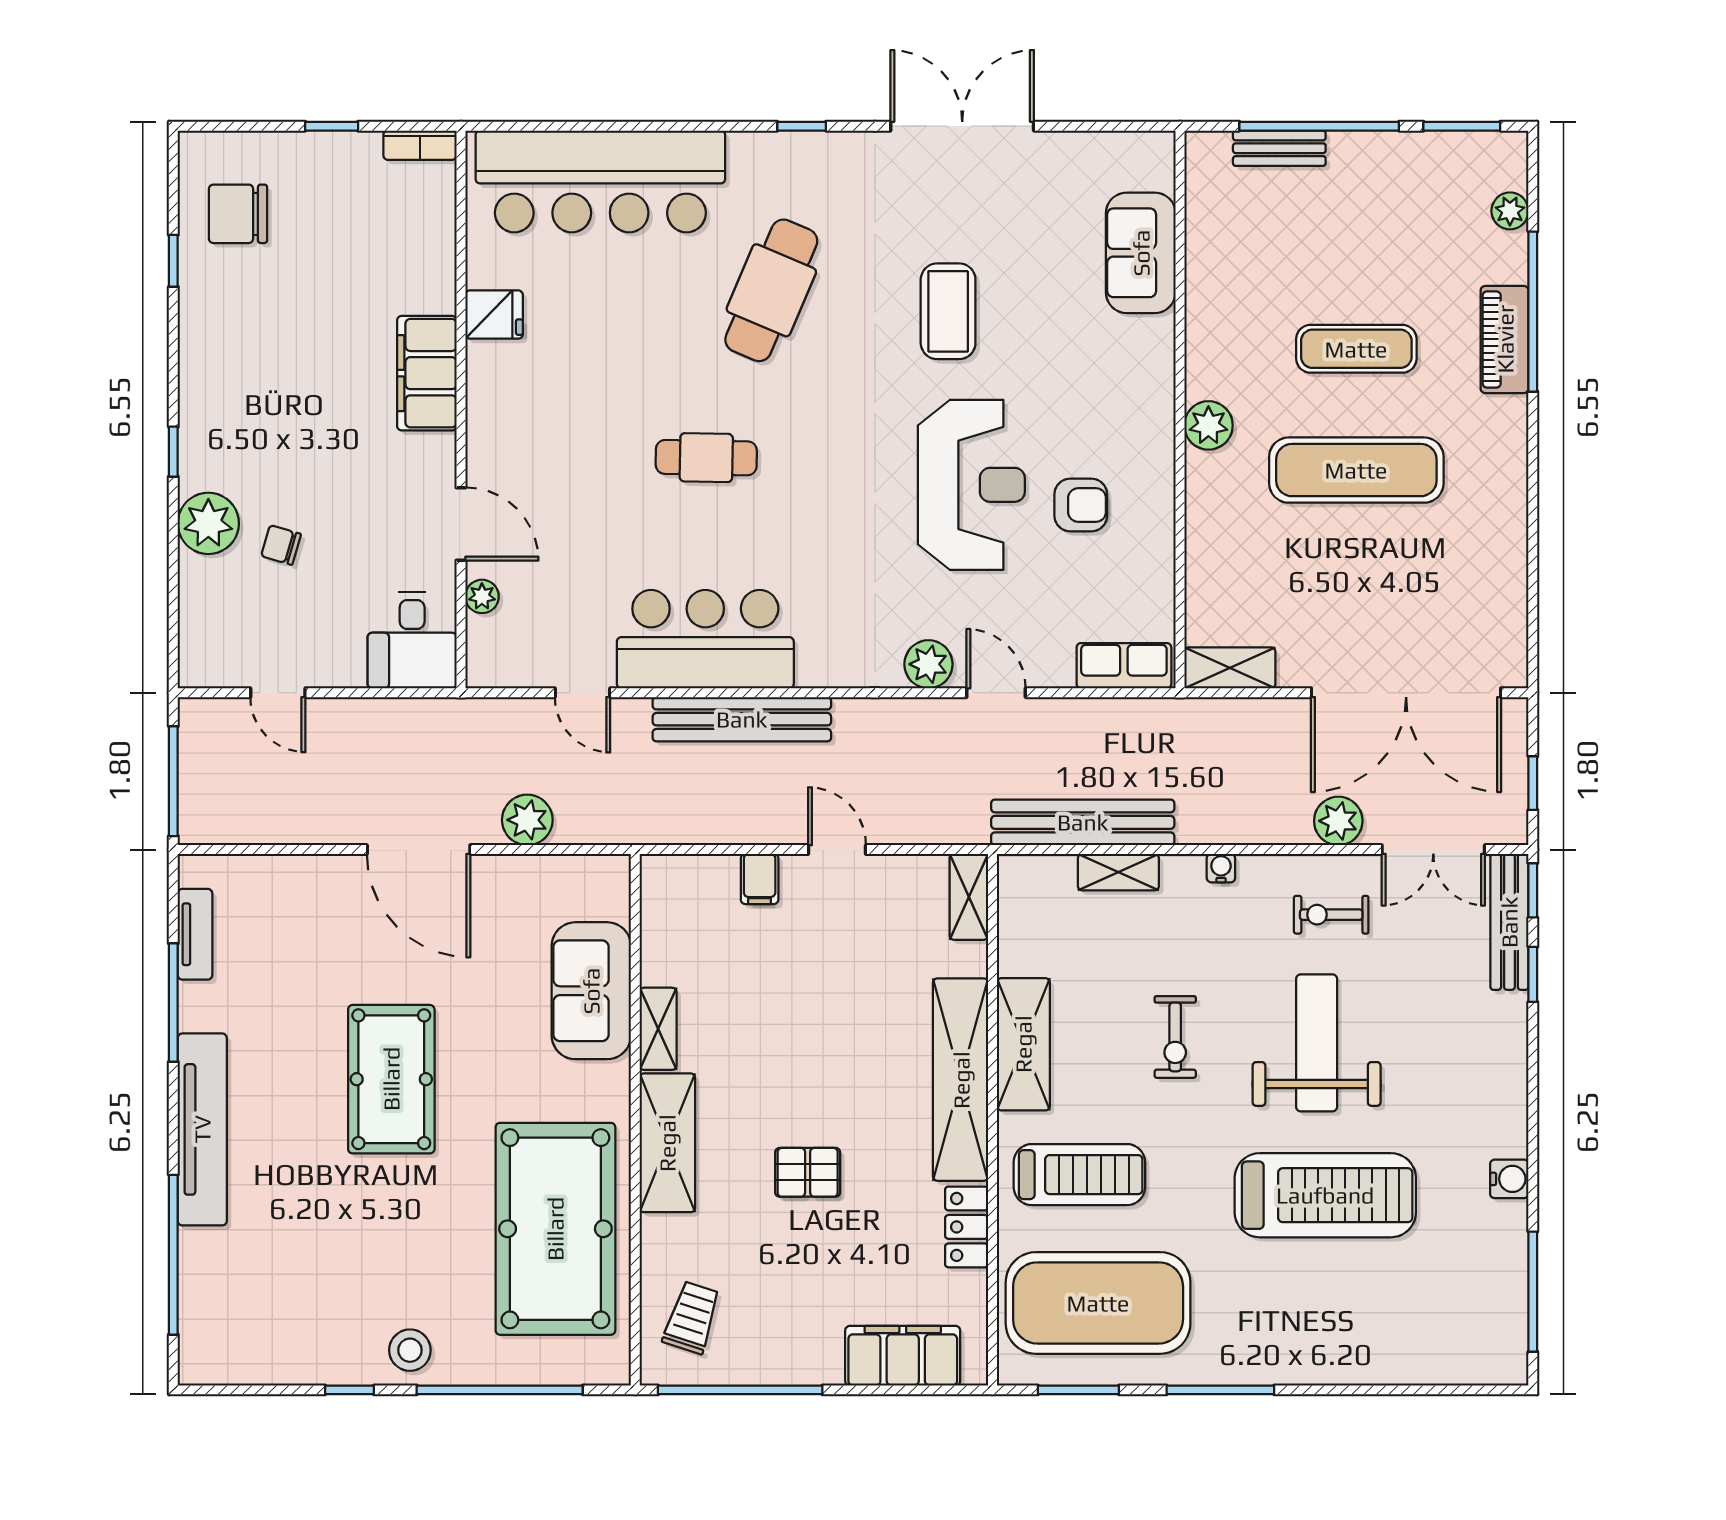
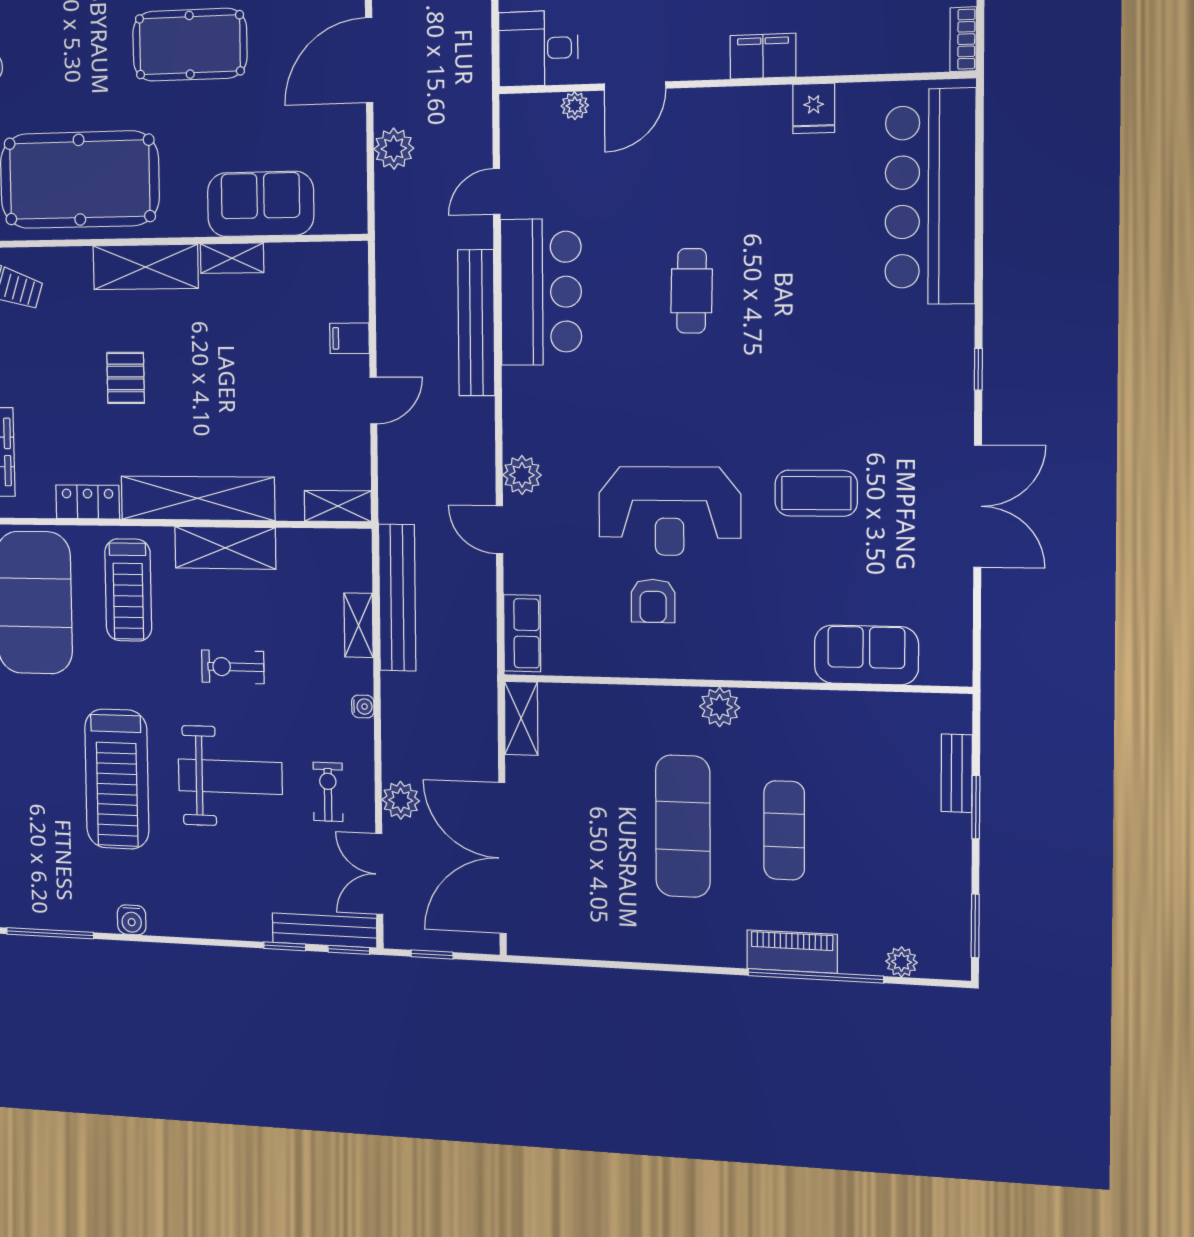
window: (1319, 126) -> (976, 807), width x0.47
cafe table: (771, 290) -> (834, 344), removed
filing cabinet: (427, 373) -> (763, 56), width x0.67, depth x0.86
door: (996, 693) -> (500, 530), swing flipped

